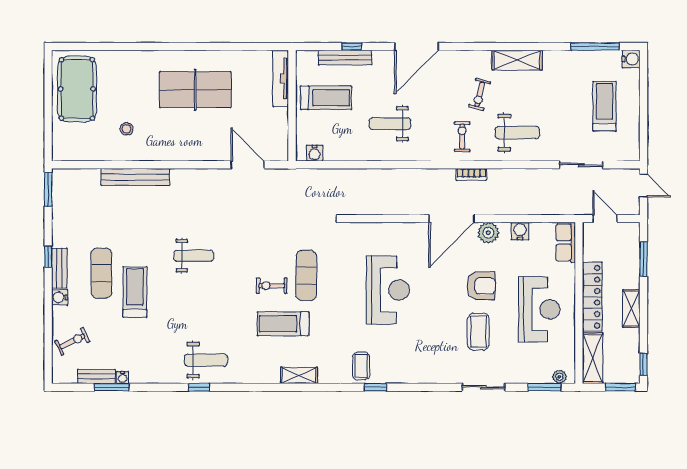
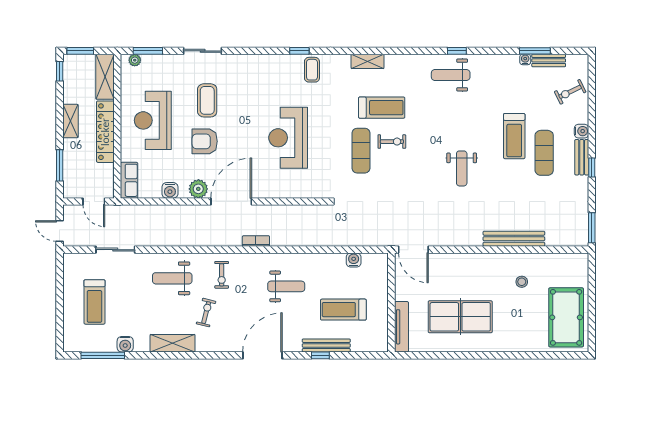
water cooler: (631, 59) -> (125, 344), moved, turned -90
tv unit: (281, 78) -> (401, 327), moved
wall: (292, 106) -> (391, 302), moved
bookcase: (471, 174) -> (256, 241), moved
weight bench: (194, 256) -> (462, 168), turned -90

